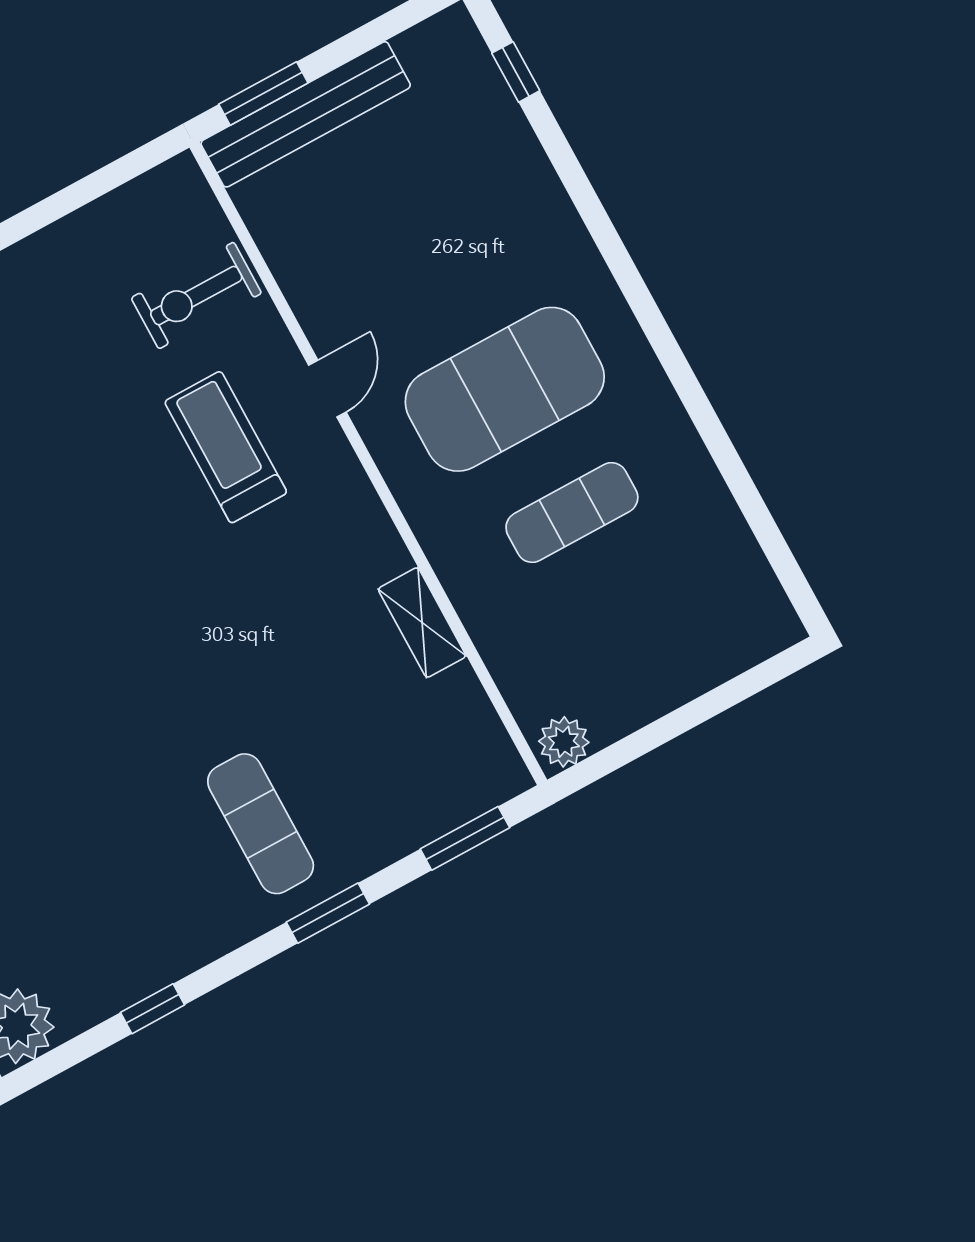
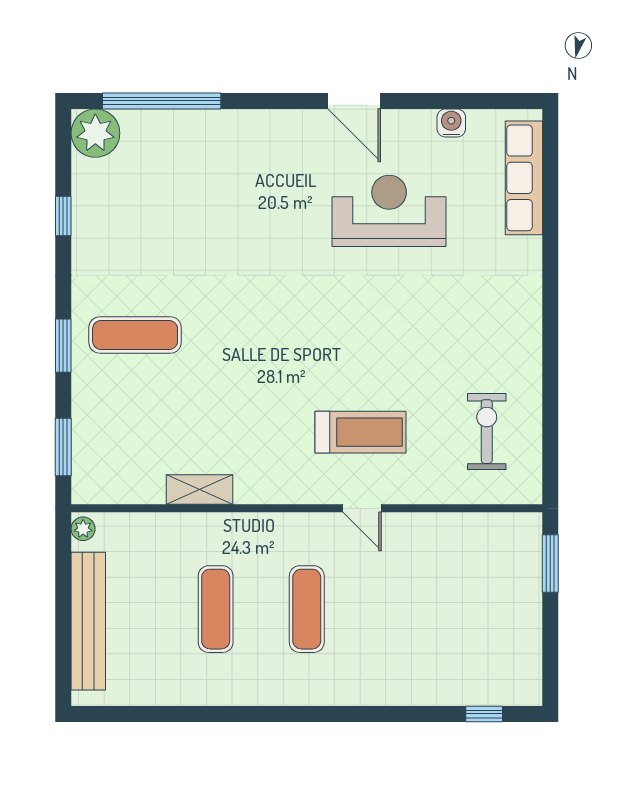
bench: (306, 114) -> (88, 621), moved
exercise bike: (196, 296) -> (487, 432), moved
exercise mat: (505, 389) -> (307, 609), width x0.50, depth x0.69
plant: (564, 742) -> (83, 529), width x0.73, depth x0.73

